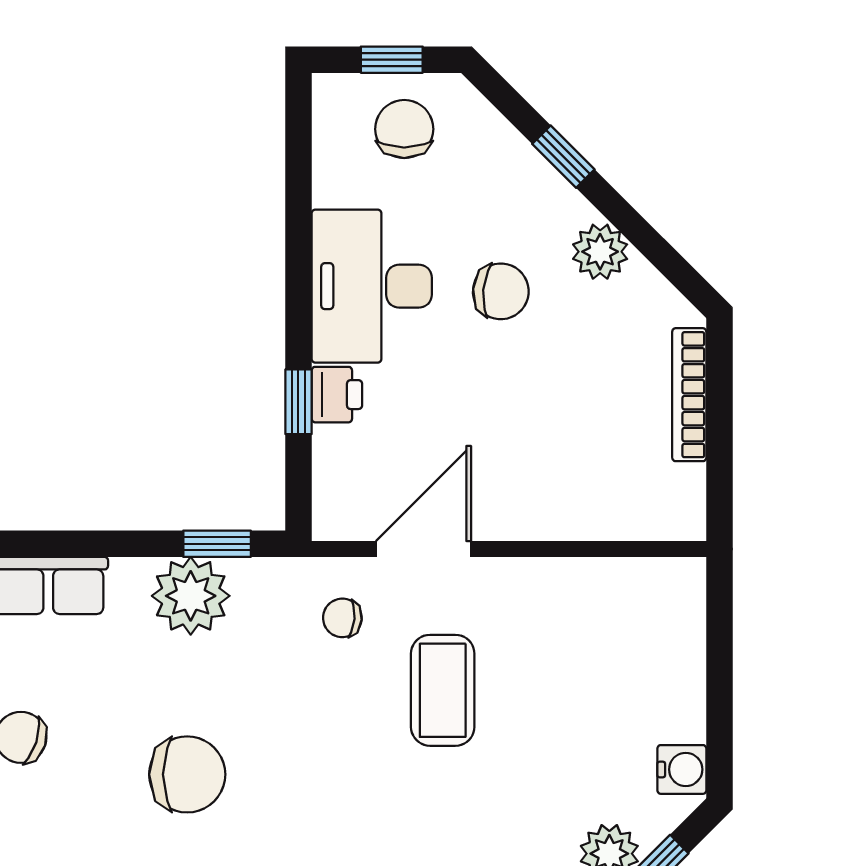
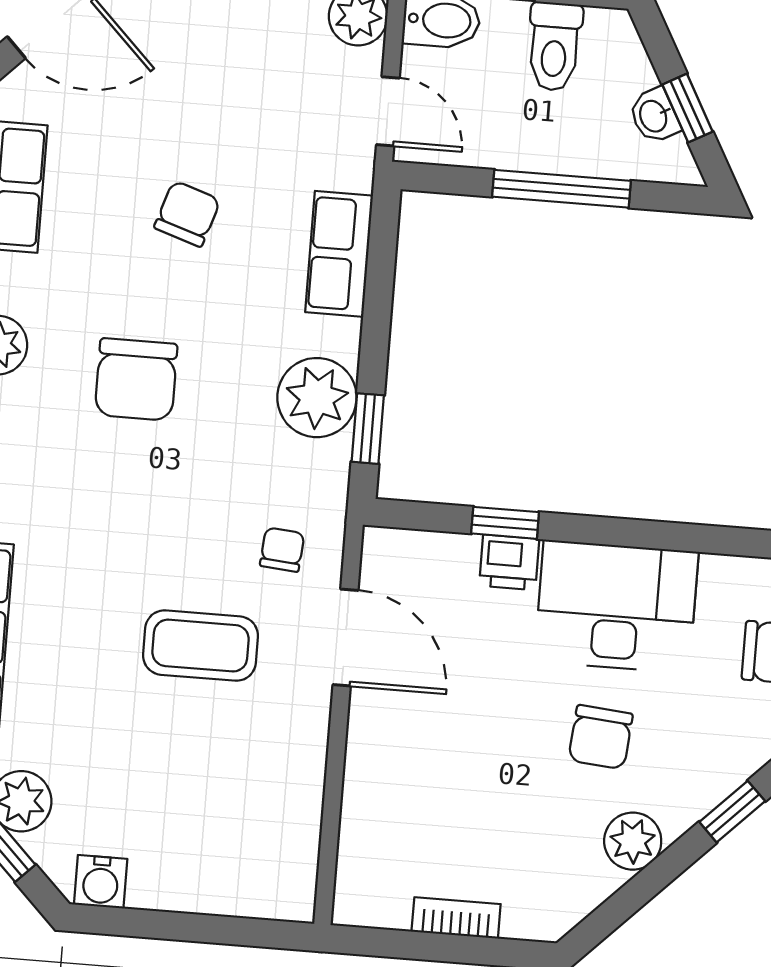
bookcase: (689, 395) -> (456, 918), width x0.64

